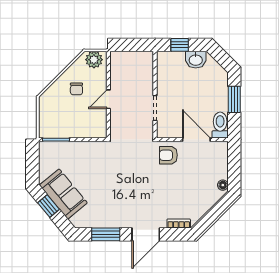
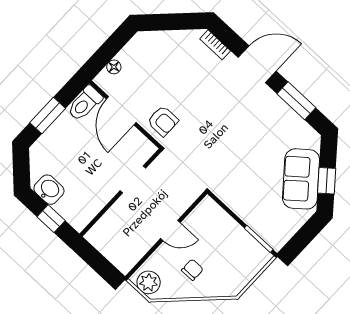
floor lamp: (223, 185) -> (114, 67), moved

